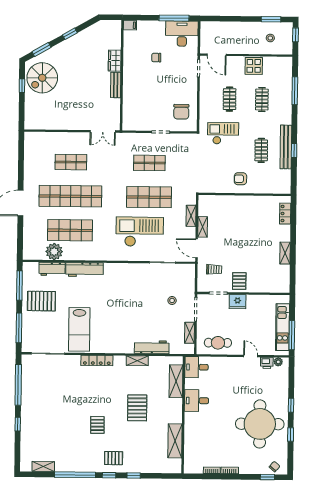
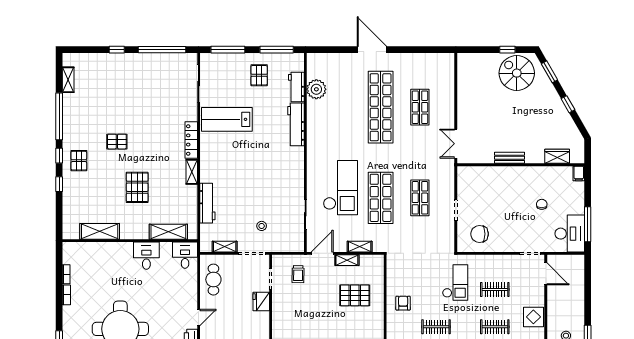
door: (217, 55) -> (546, 274), swing flipped
wardrobe: (115, 61) -> (557, 156), moved
shop shelf: (70, 230) -> (341, 107), removed
pallet: (239, 281) -> (355, 295), moved, width x1.50, depth x1.42
pallet: (41, 301) -> (259, 75), width x0.67, depth x0.71
shelving: (137, 361) -> (192, 172), moved
pallet: (137, 408) -> (137, 187), turned 90

